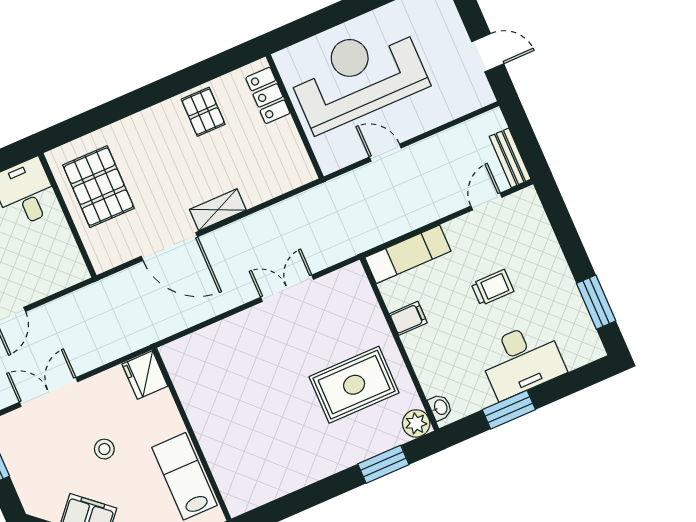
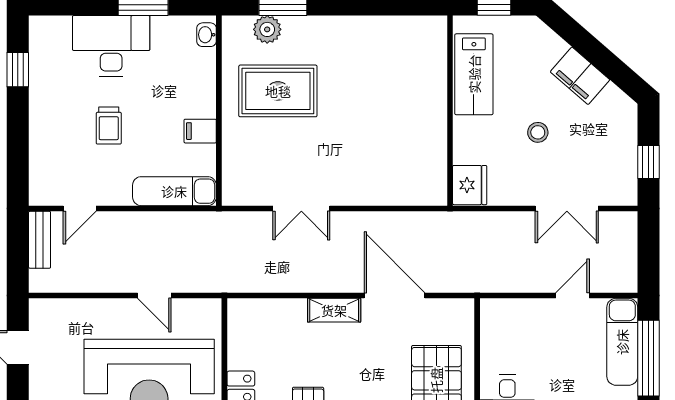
trolley: (493, 287) -> (109, 126), turned -90
window: (596, 302) -> (18, 70), width x0.67
plant: (416, 423) -> (267, 29), moved

